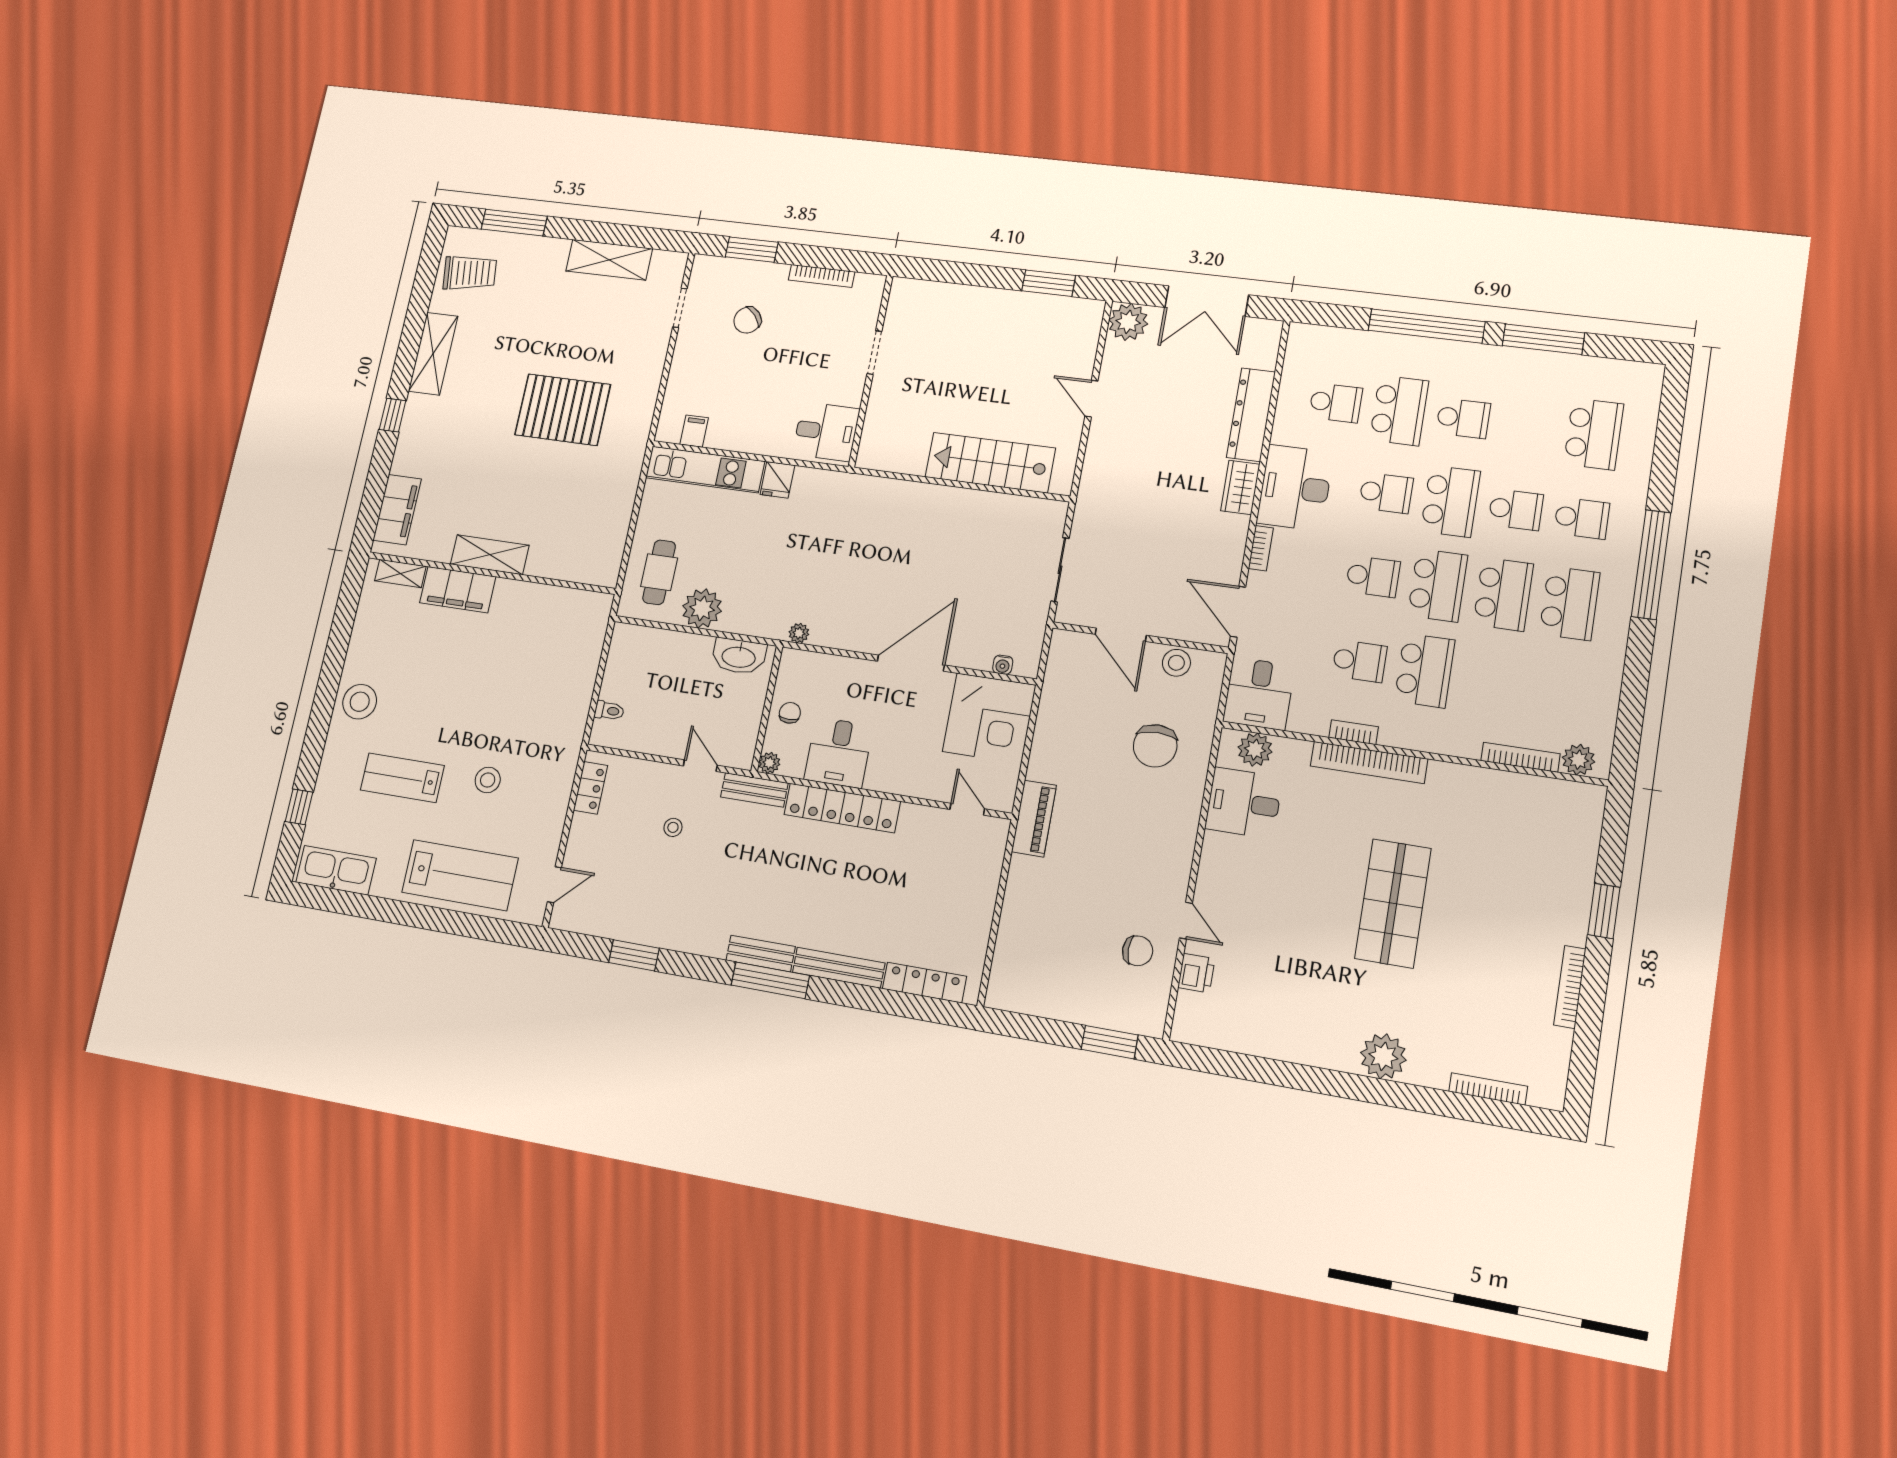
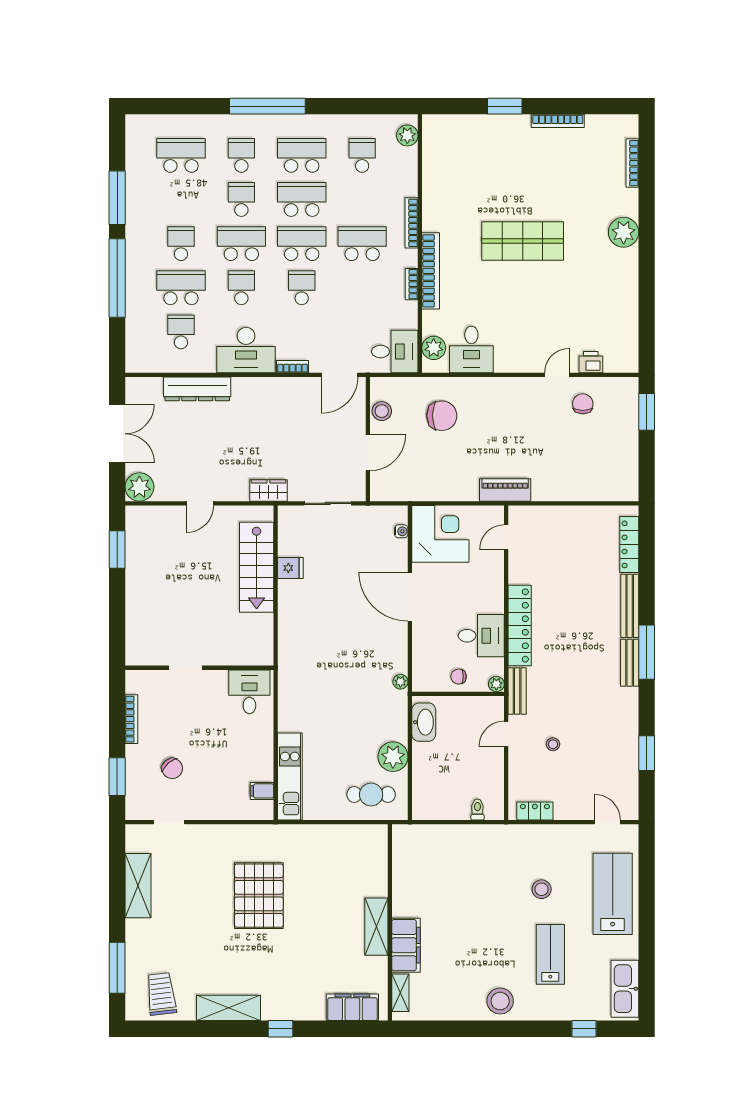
fridge: (777, 480) -> (290, 568), moved
wardrobe: (1240, 488) -> (268, 490), moved, turned 180
school desk: (1359, 661) -> (362, 155), moved
bookcase: (1520, 757) -> (411, 223), moved
lab bench: (402, 778) -> (550, 954), turned 180

